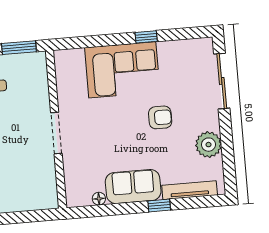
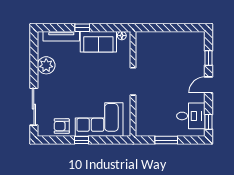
armchair: (160, 117) -> (62, 126), moved
wall: (56, 129) -> (133, 84), moved
doorway: (56, 133) -> (133, 81), moved

